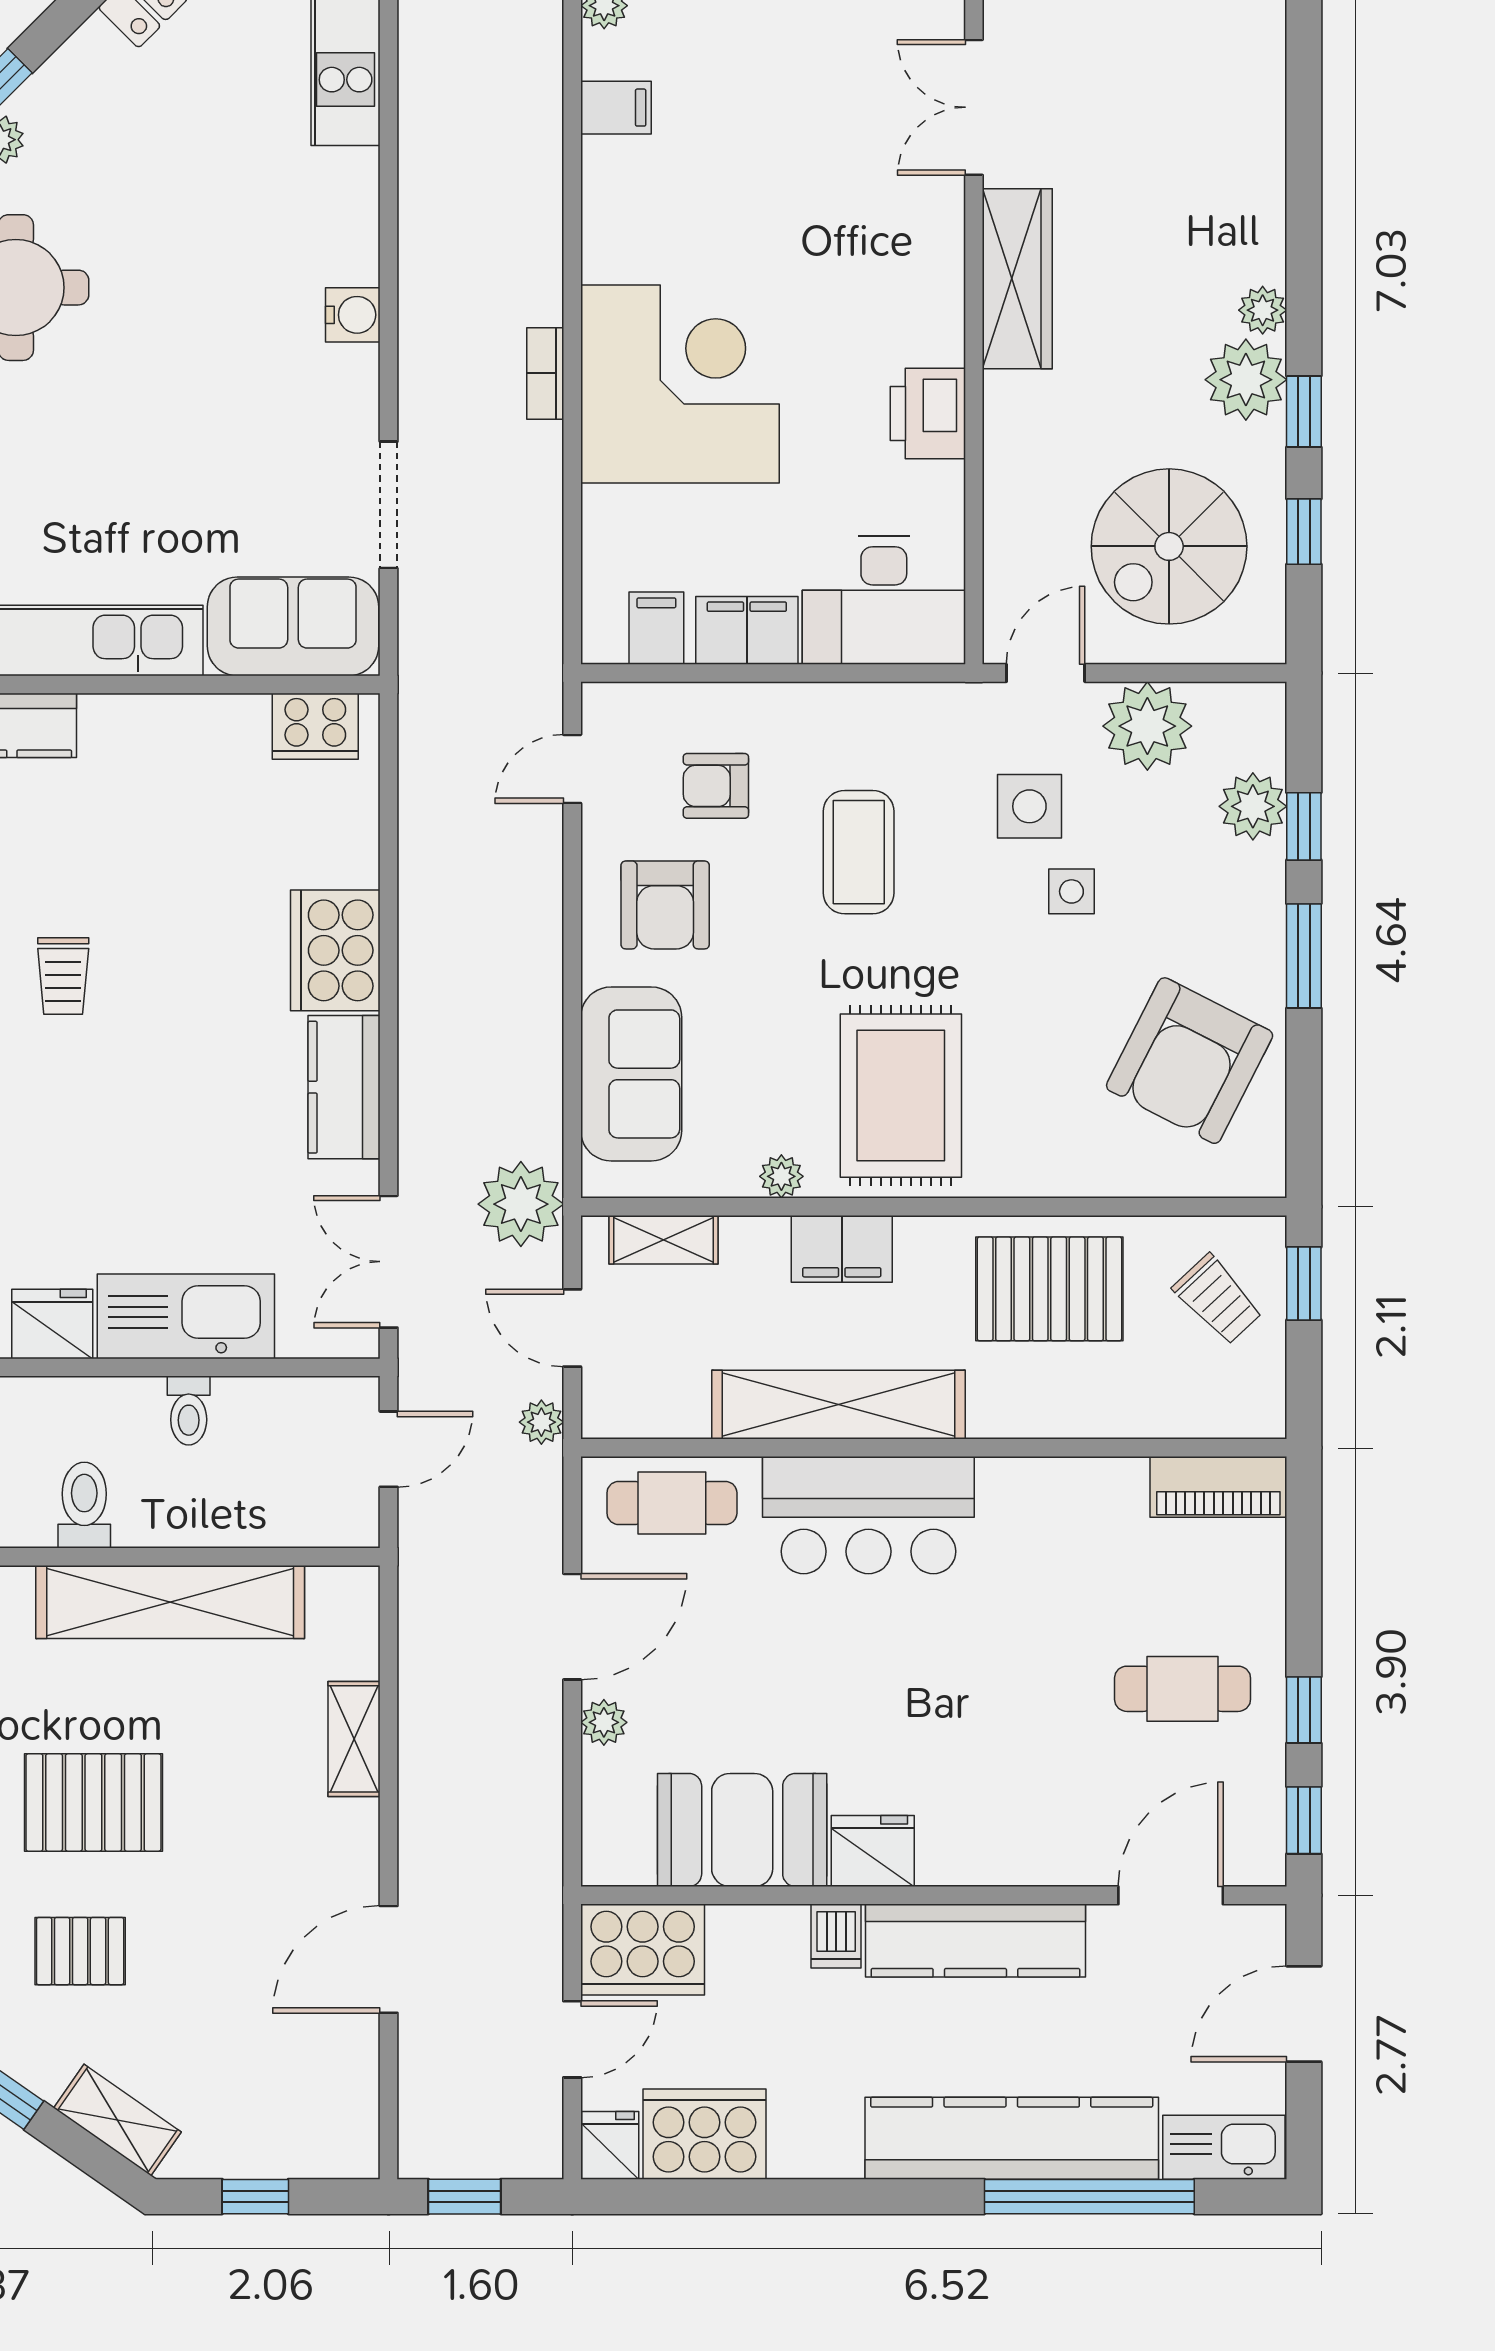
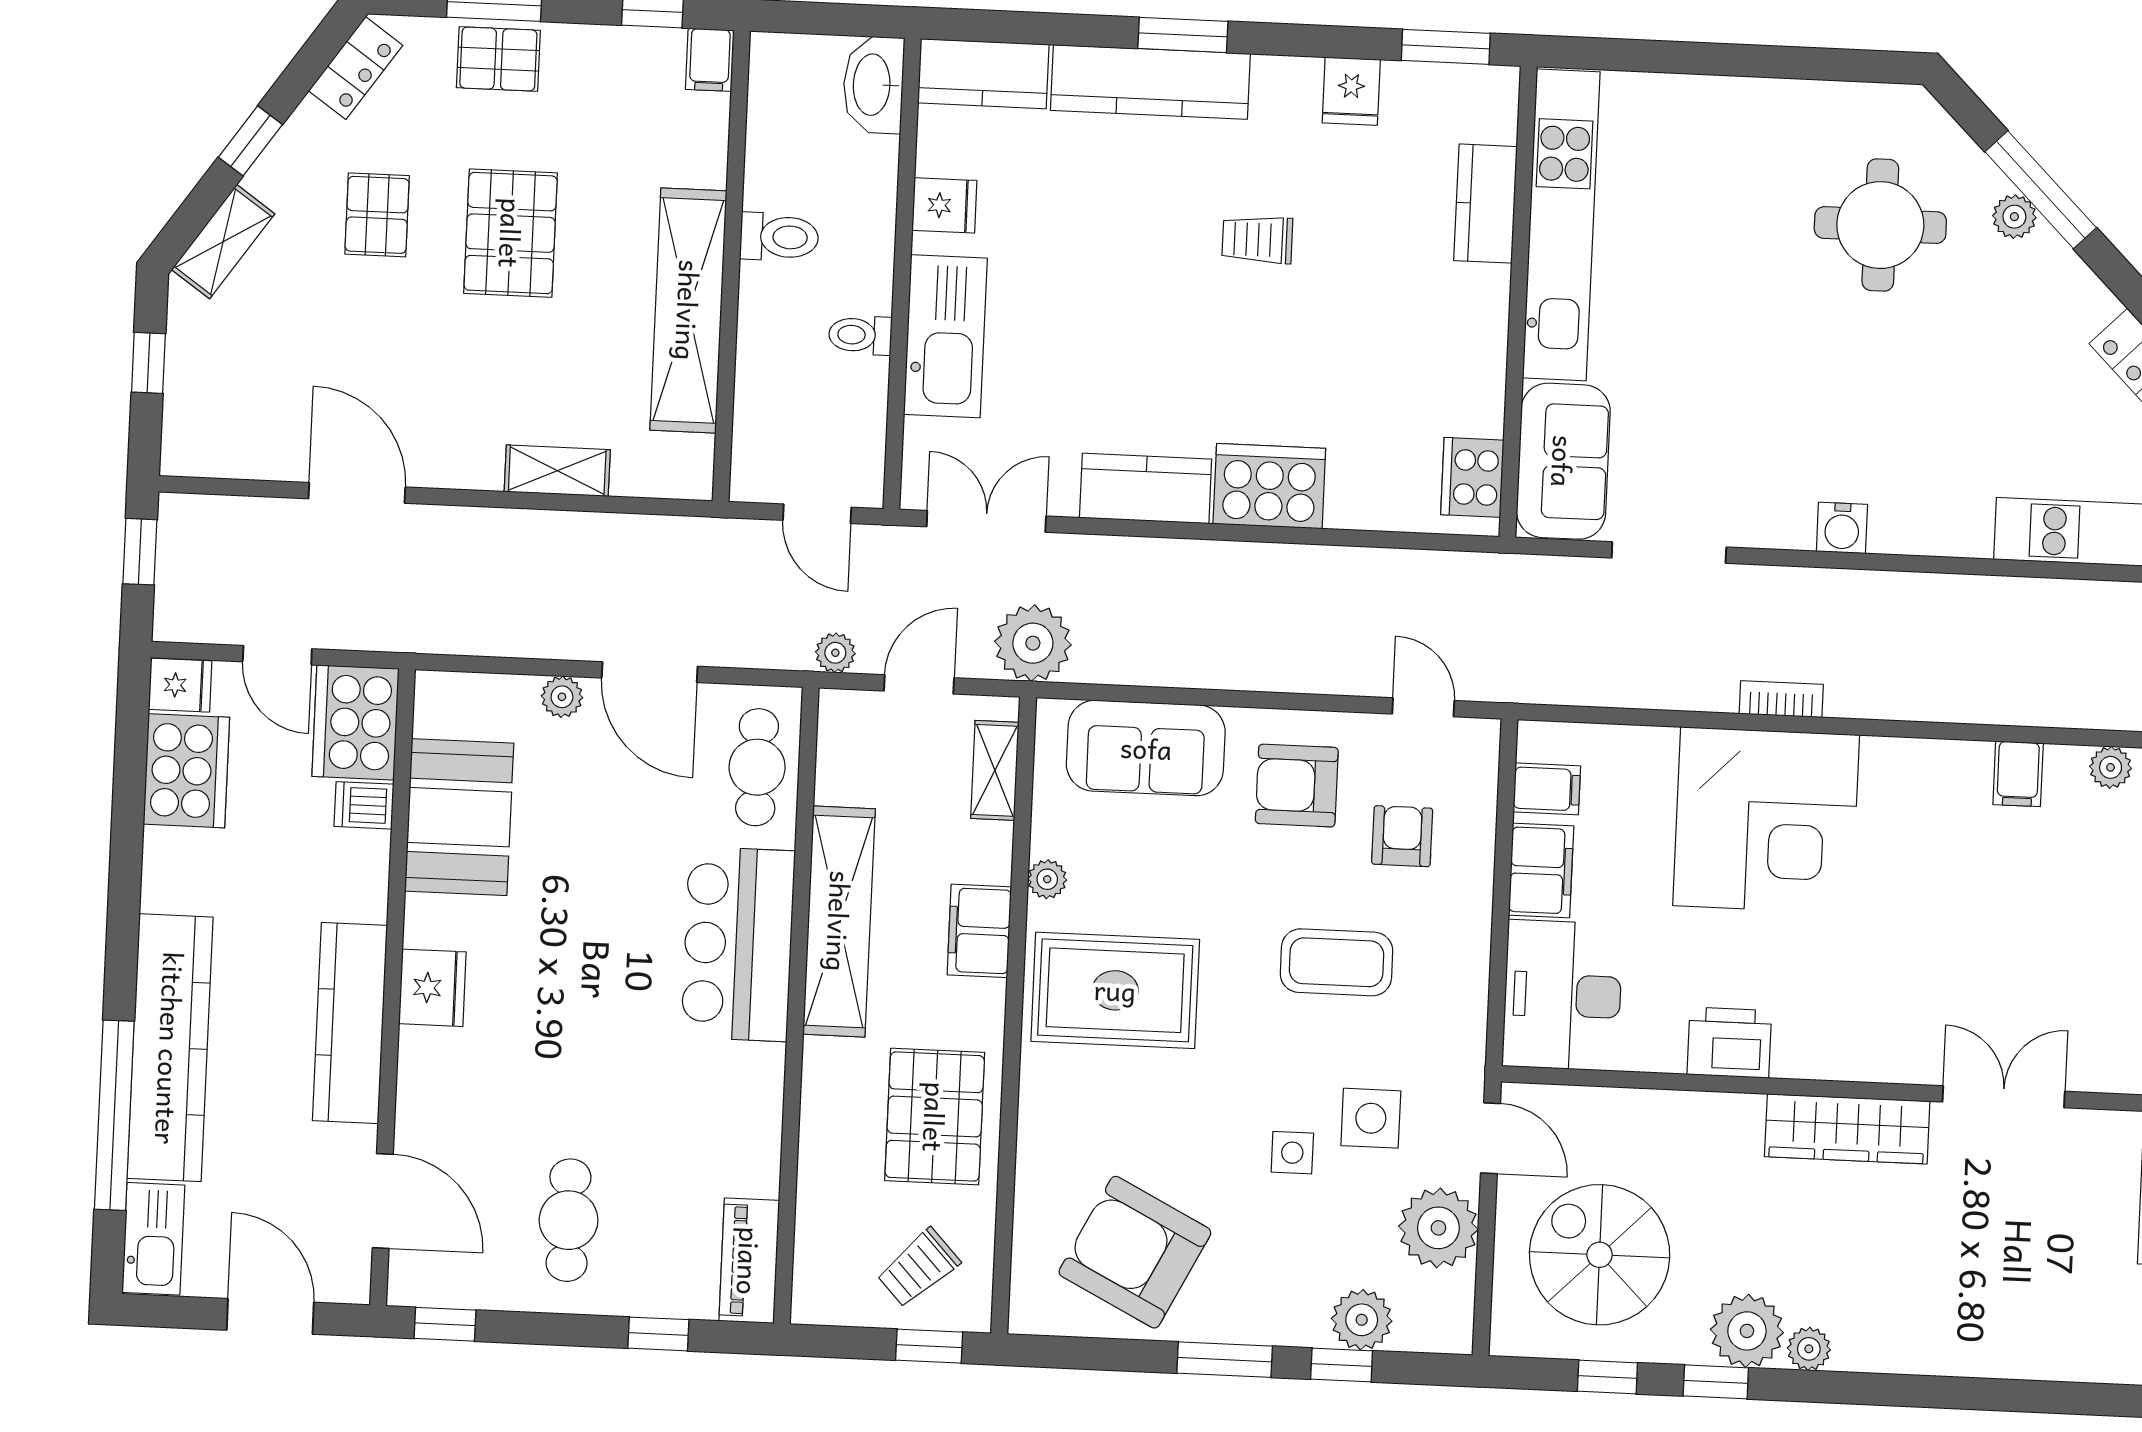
fridge: (52, 1324) -> (944, 205), width x0.72
window: (1304, 1710) -> (658, 1334), moved
fridge: (873, 1851) -> (432, 988), moved
dishwasher: (836, 1936) -> (364, 805), moved

